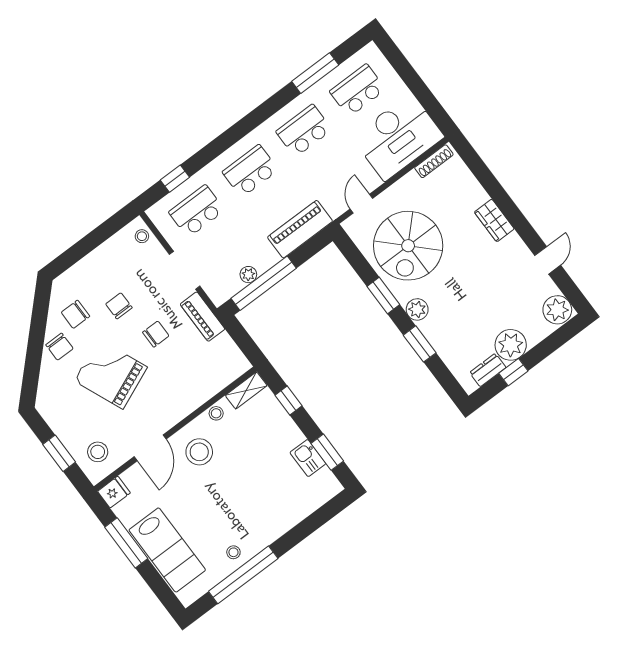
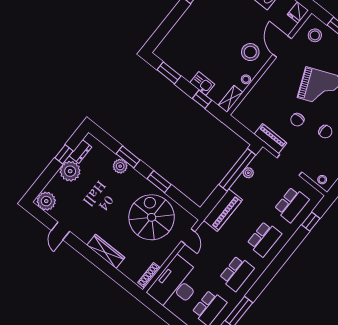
wardrobe: (494, 220) -> (106, 251), width x1.50
plant: (417, 309) -> (120, 166), moved
kitchen sink: (308, 458) -> (202, 83), moved

